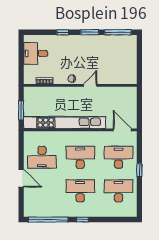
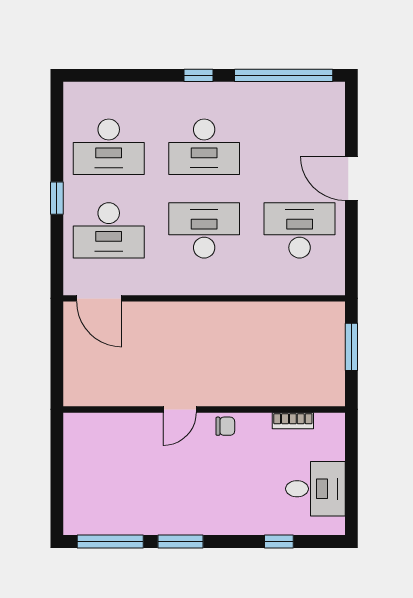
window: (63, 32) -> (279, 542), moved
kitchen unit: (64, 123) -> (243, 317), removed
desk: (80, 157) -> (204, 230), turned 180

